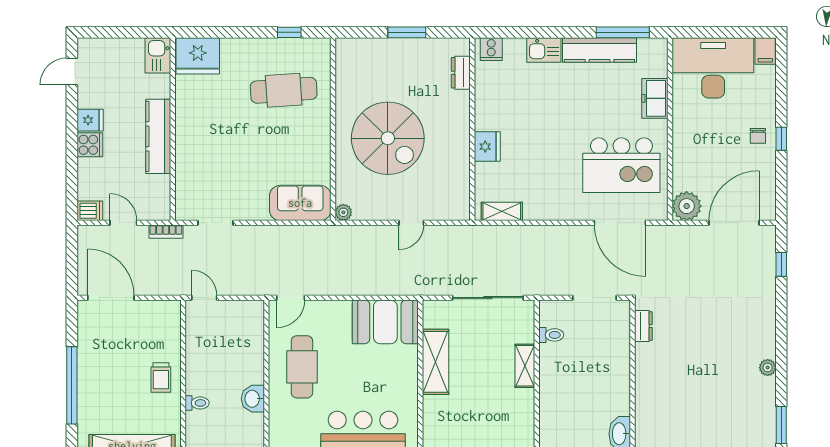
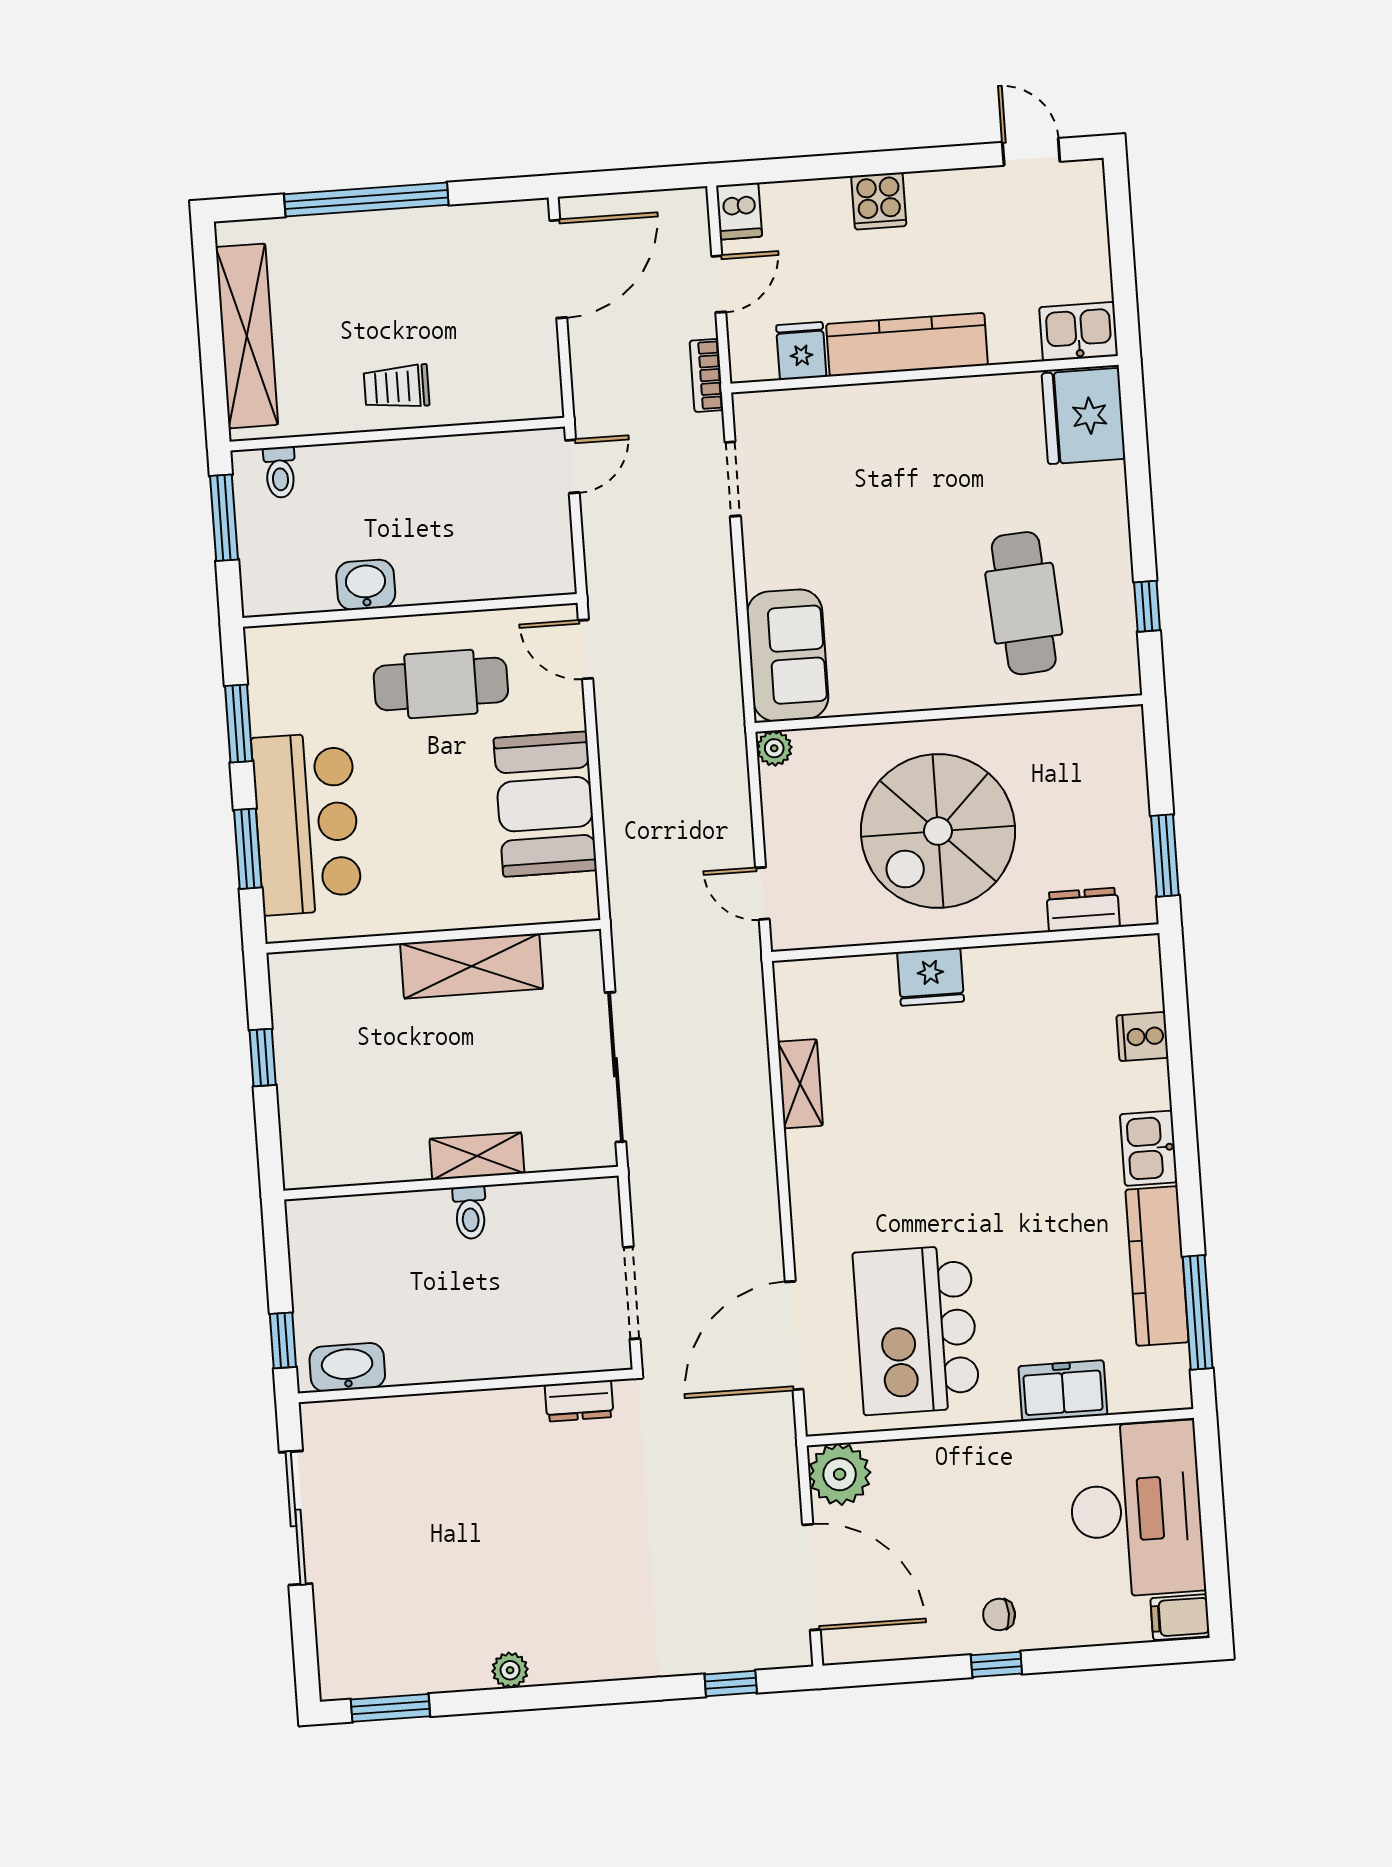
dresser: (461, 73) -> (1083, 910), moved
fridge: (90, 120) -> (801, 351), moved, turned 180
wall: (472, 129) -> (965, 943), moved
fridge: (487, 147) -> (931, 977), moved
booth: (385, 322) -> (545, 804), moved
toilet: (551, 335) -> (470, 1212), moved
toilet: (197, 403) -> (280, 472), moved

